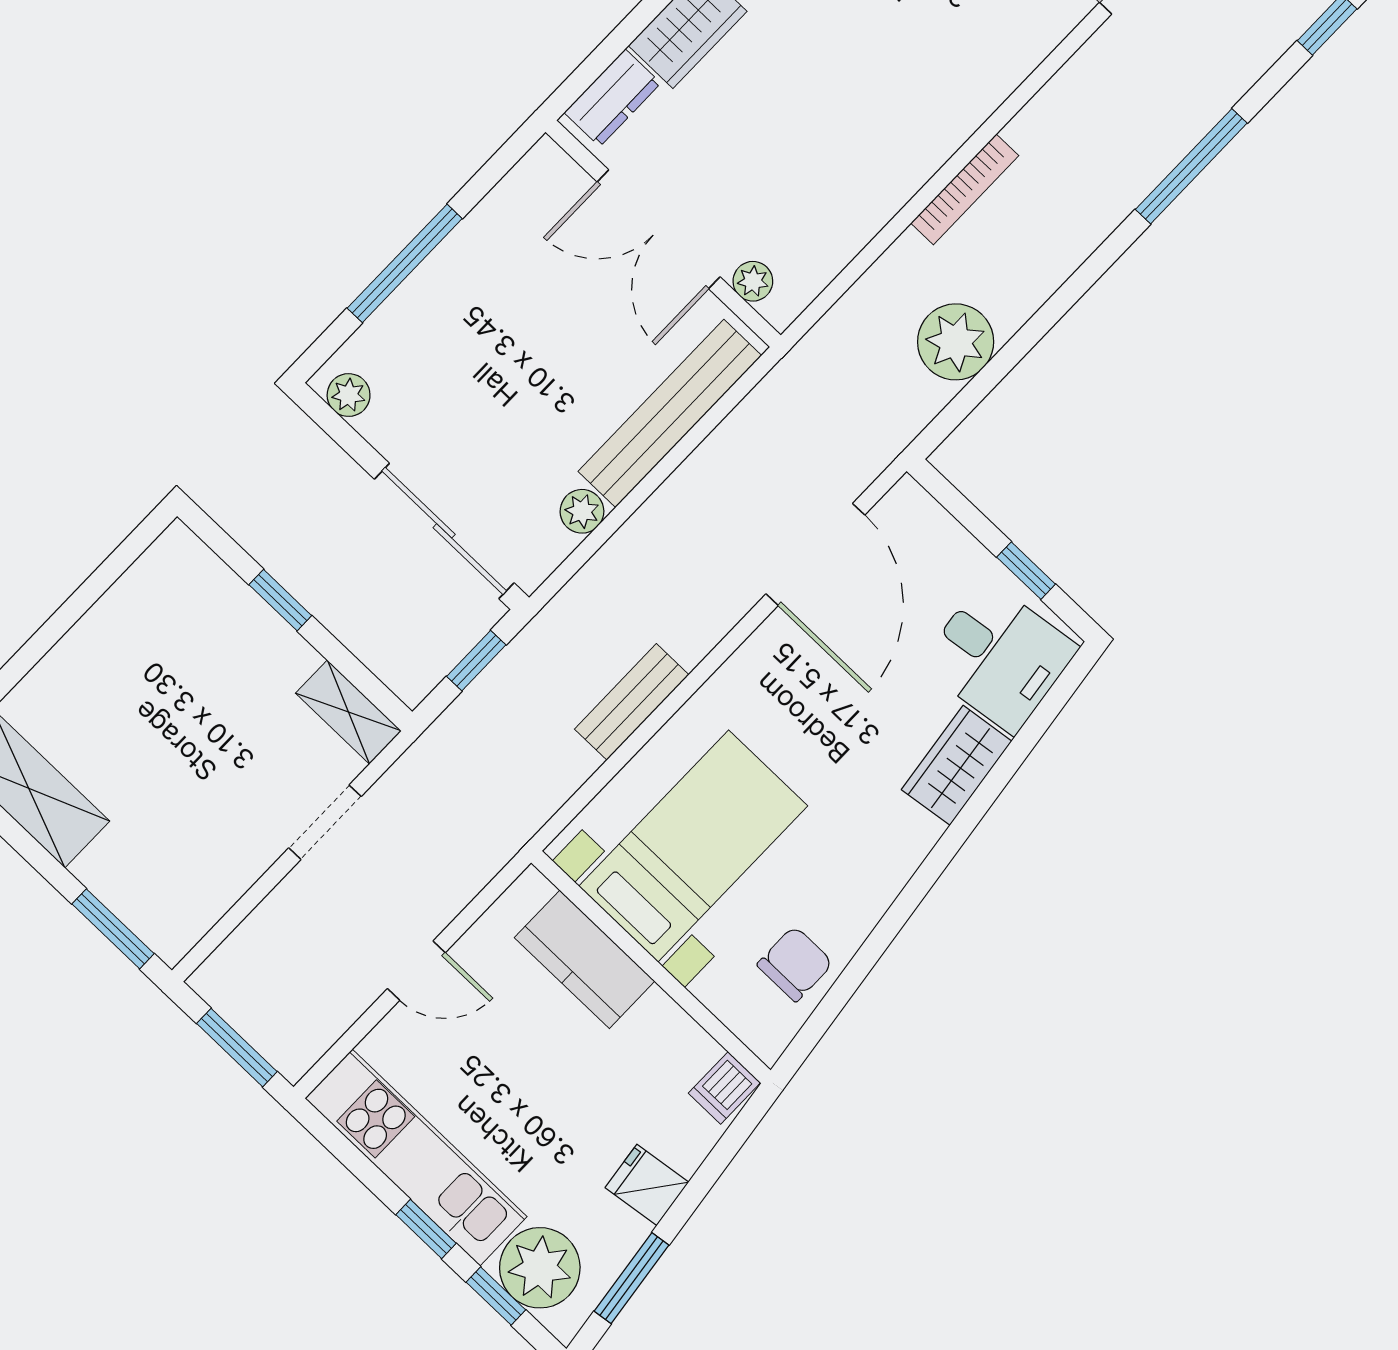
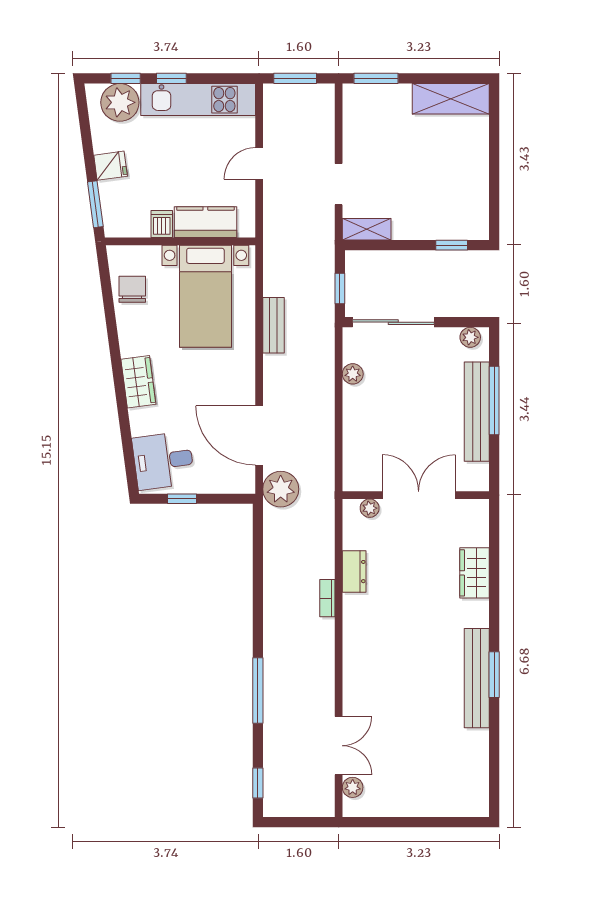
dresser: (612, 98) -> (354, 572), moved, turned 180
bookcase: (965, 189) -> (327, 598), width x0.64
plant: (956, 342) -> (281, 489), moved
bench: (670, 413) -> (477, 412), moved
window: (280, 600) -> (452, 245), moved
wardrobe: (957, 765) -> (138, 382), moved
chair: (795, 964) -> (132, 289), turned 180
dishwasher: (724, 1088) -> (162, 224), moved
window: (631, 1278) -> (95, 204), moved

